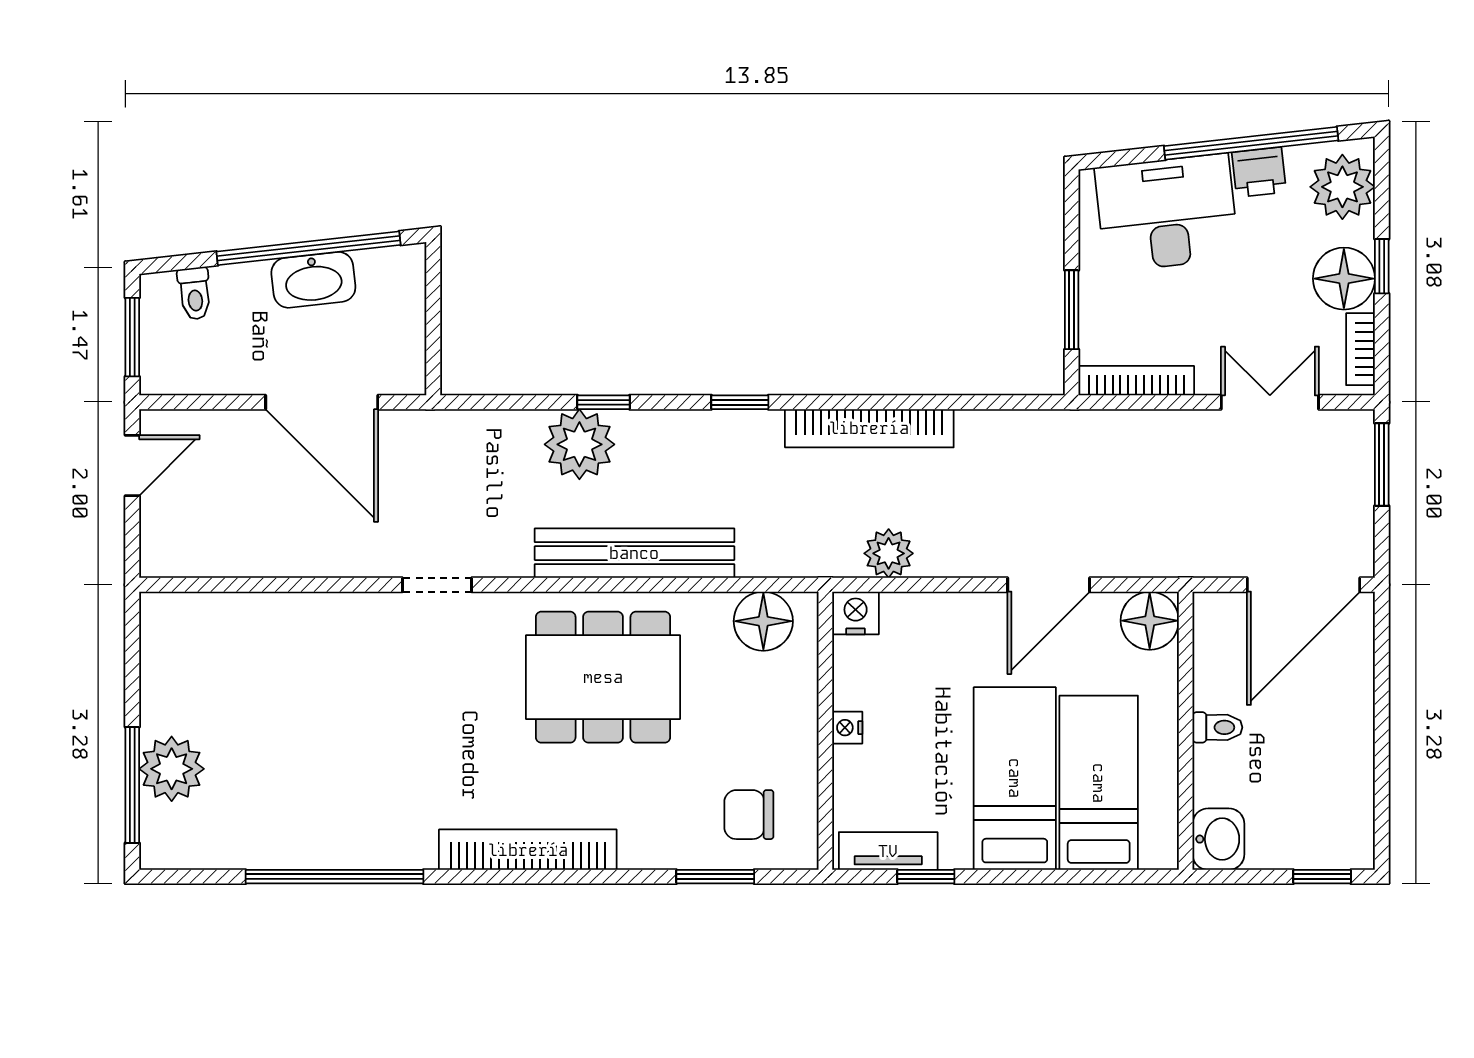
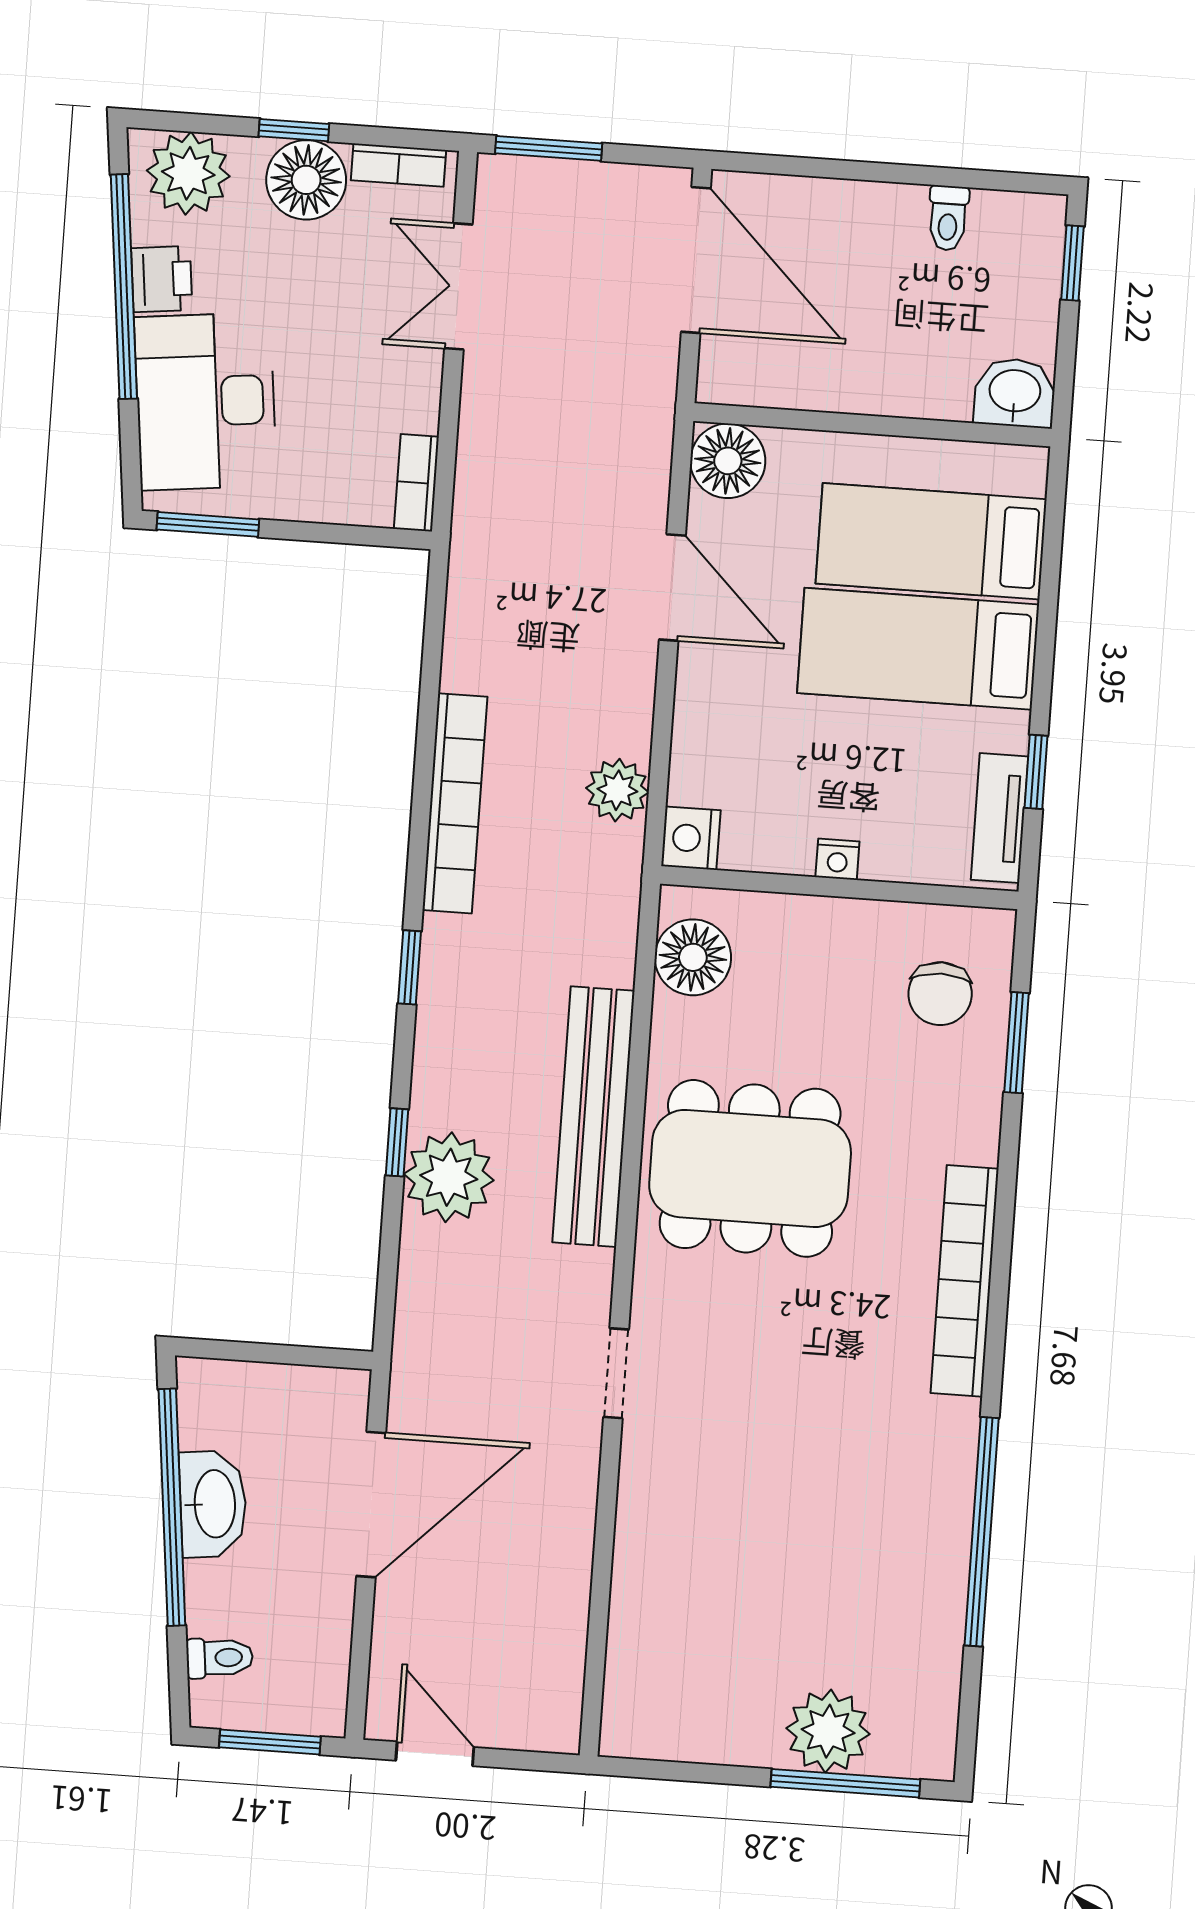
window: (1072, 310) -> (208, 524), moved
bookcase: (1136, 381) -> (416, 483), width x0.64
dining table: (603, 677) -> (750, 1168), turned 90
toilet: (1217, 727) -> (948, 218), moved, turned 180

